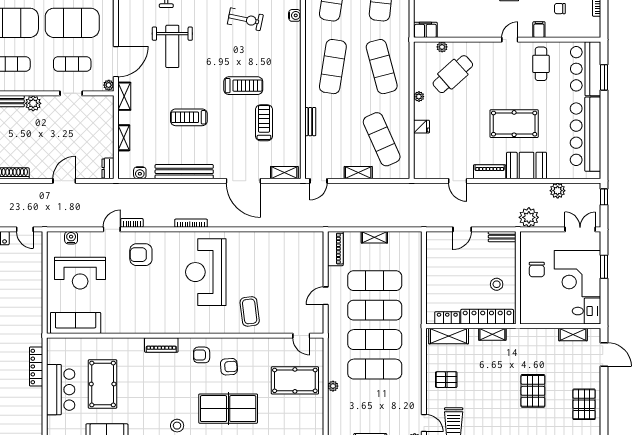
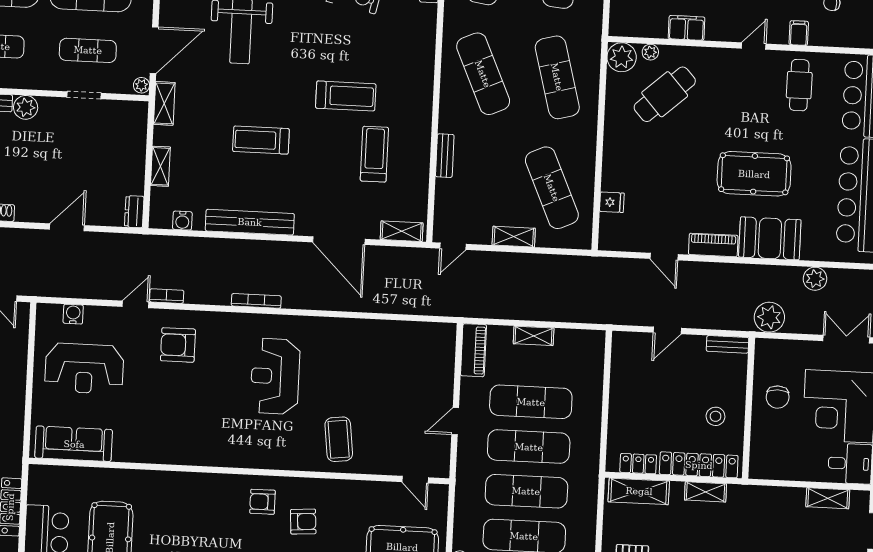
filing cabinet: (425, 30) -> (686, 28), moved
exercise mat: (333, 67) -> (483, 74), turned -33
plant: (419, 97) -> (622, 57), moved, width x1.88, depth x1.88
fridge: (422, 127) -> (612, 202), moved
reception desk: (206, 272) -> (275, 376), width x0.74, depth x0.77
piano: (161, 345) -> (202, 484), removed

